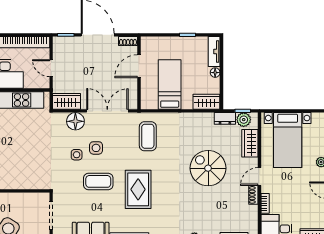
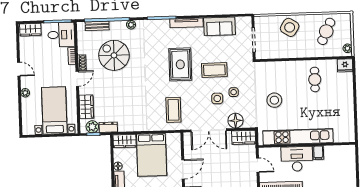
bed: (170, 84) -> (152, 155), width x1.50
stool: (29, 144) -> (274, 100), added
spiral stairs: (208, 168) -> (114, 55), moved, turned 180

